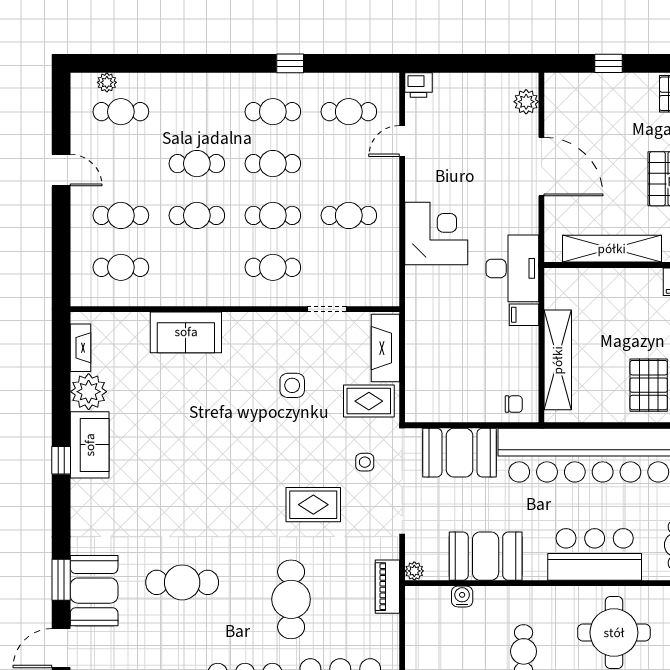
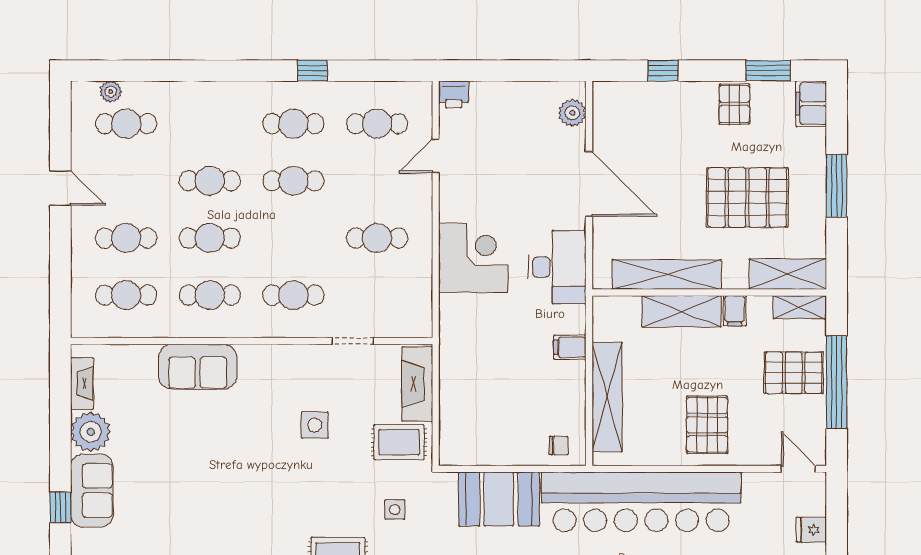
cafe table: (273, 215) -> (210, 295), moved
desk: (512, 268) -> (557, 267), moved
shelving: (626, 282) -> (682, 311), added

